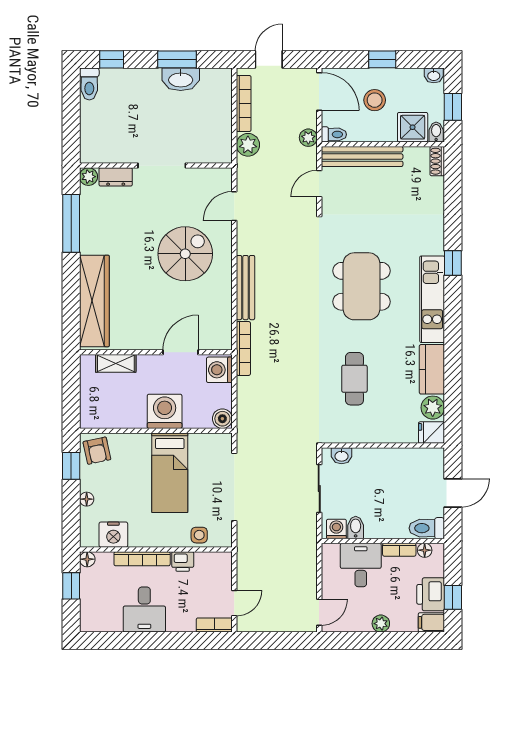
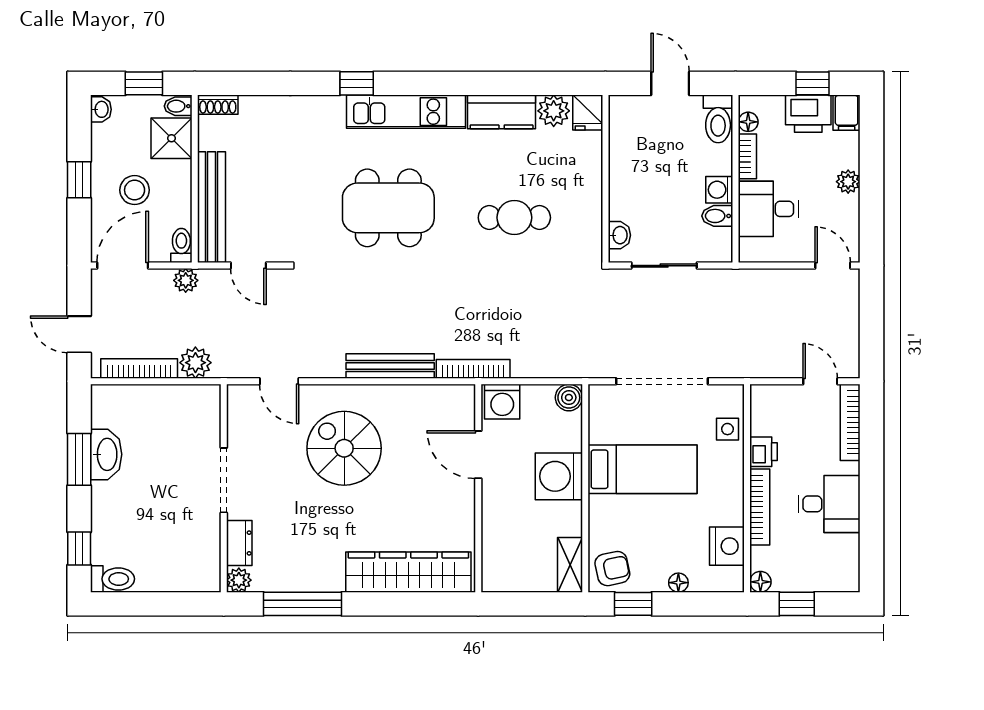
shelving: (116, 363) -> (570, 565), moved
washing machine: (336, 529) -> (719, 190), moved
bookcase: (214, 625) -> (850, 422), width x1.56

